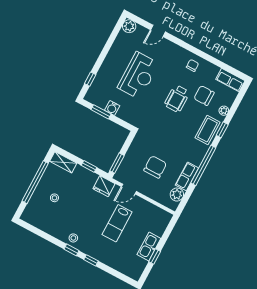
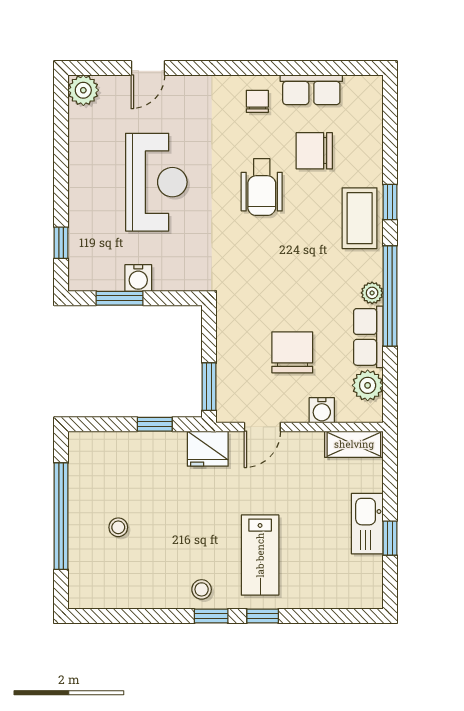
row of seats: (230, 80) -> (311, 90), moved
plant: (224, 111) -> (372, 293), moved
shelving: (63, 162) -> (354, 444), moved
water cooler: (155, 195) -> (322, 410), added
lab bench: (117, 223) -> (260, 555), moved

